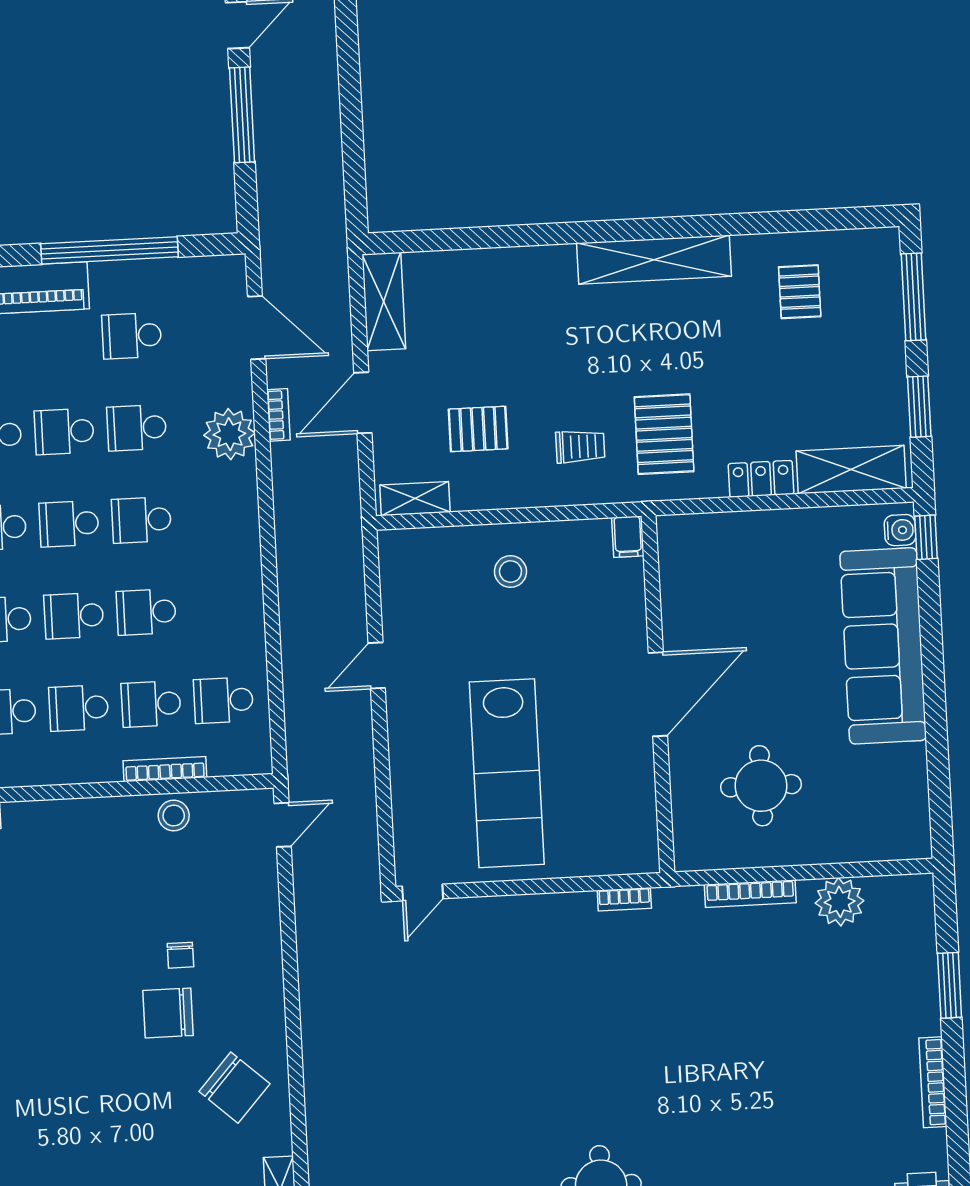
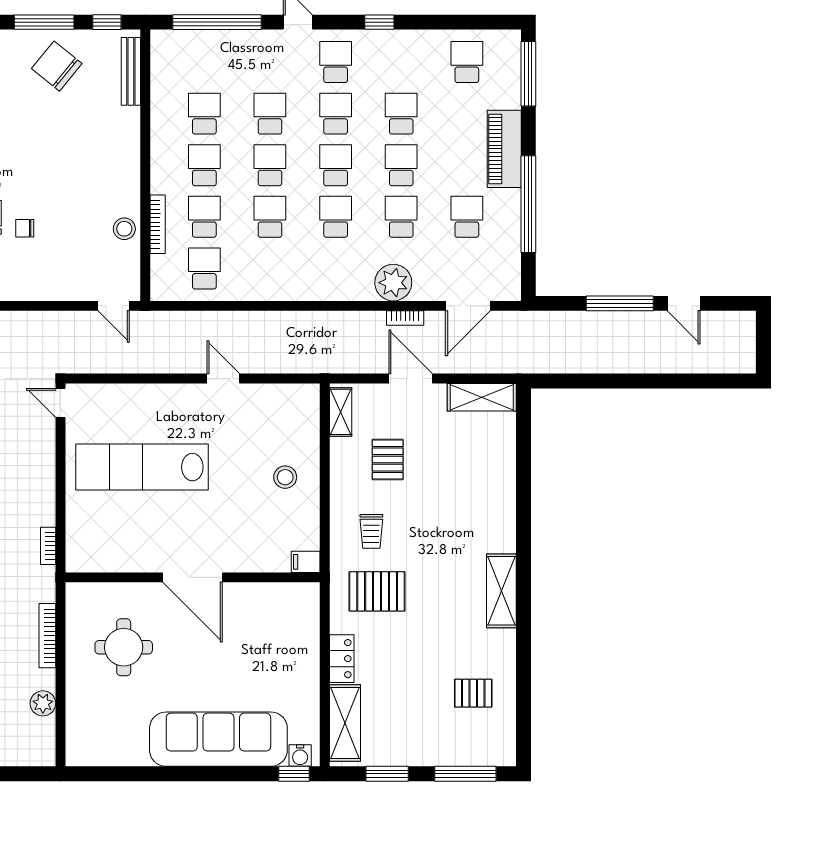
shelving: (654, 260) -> (501, 591), width x0.68
plant: (840, 902) -> (43, 703), width x0.73, depth x0.73

